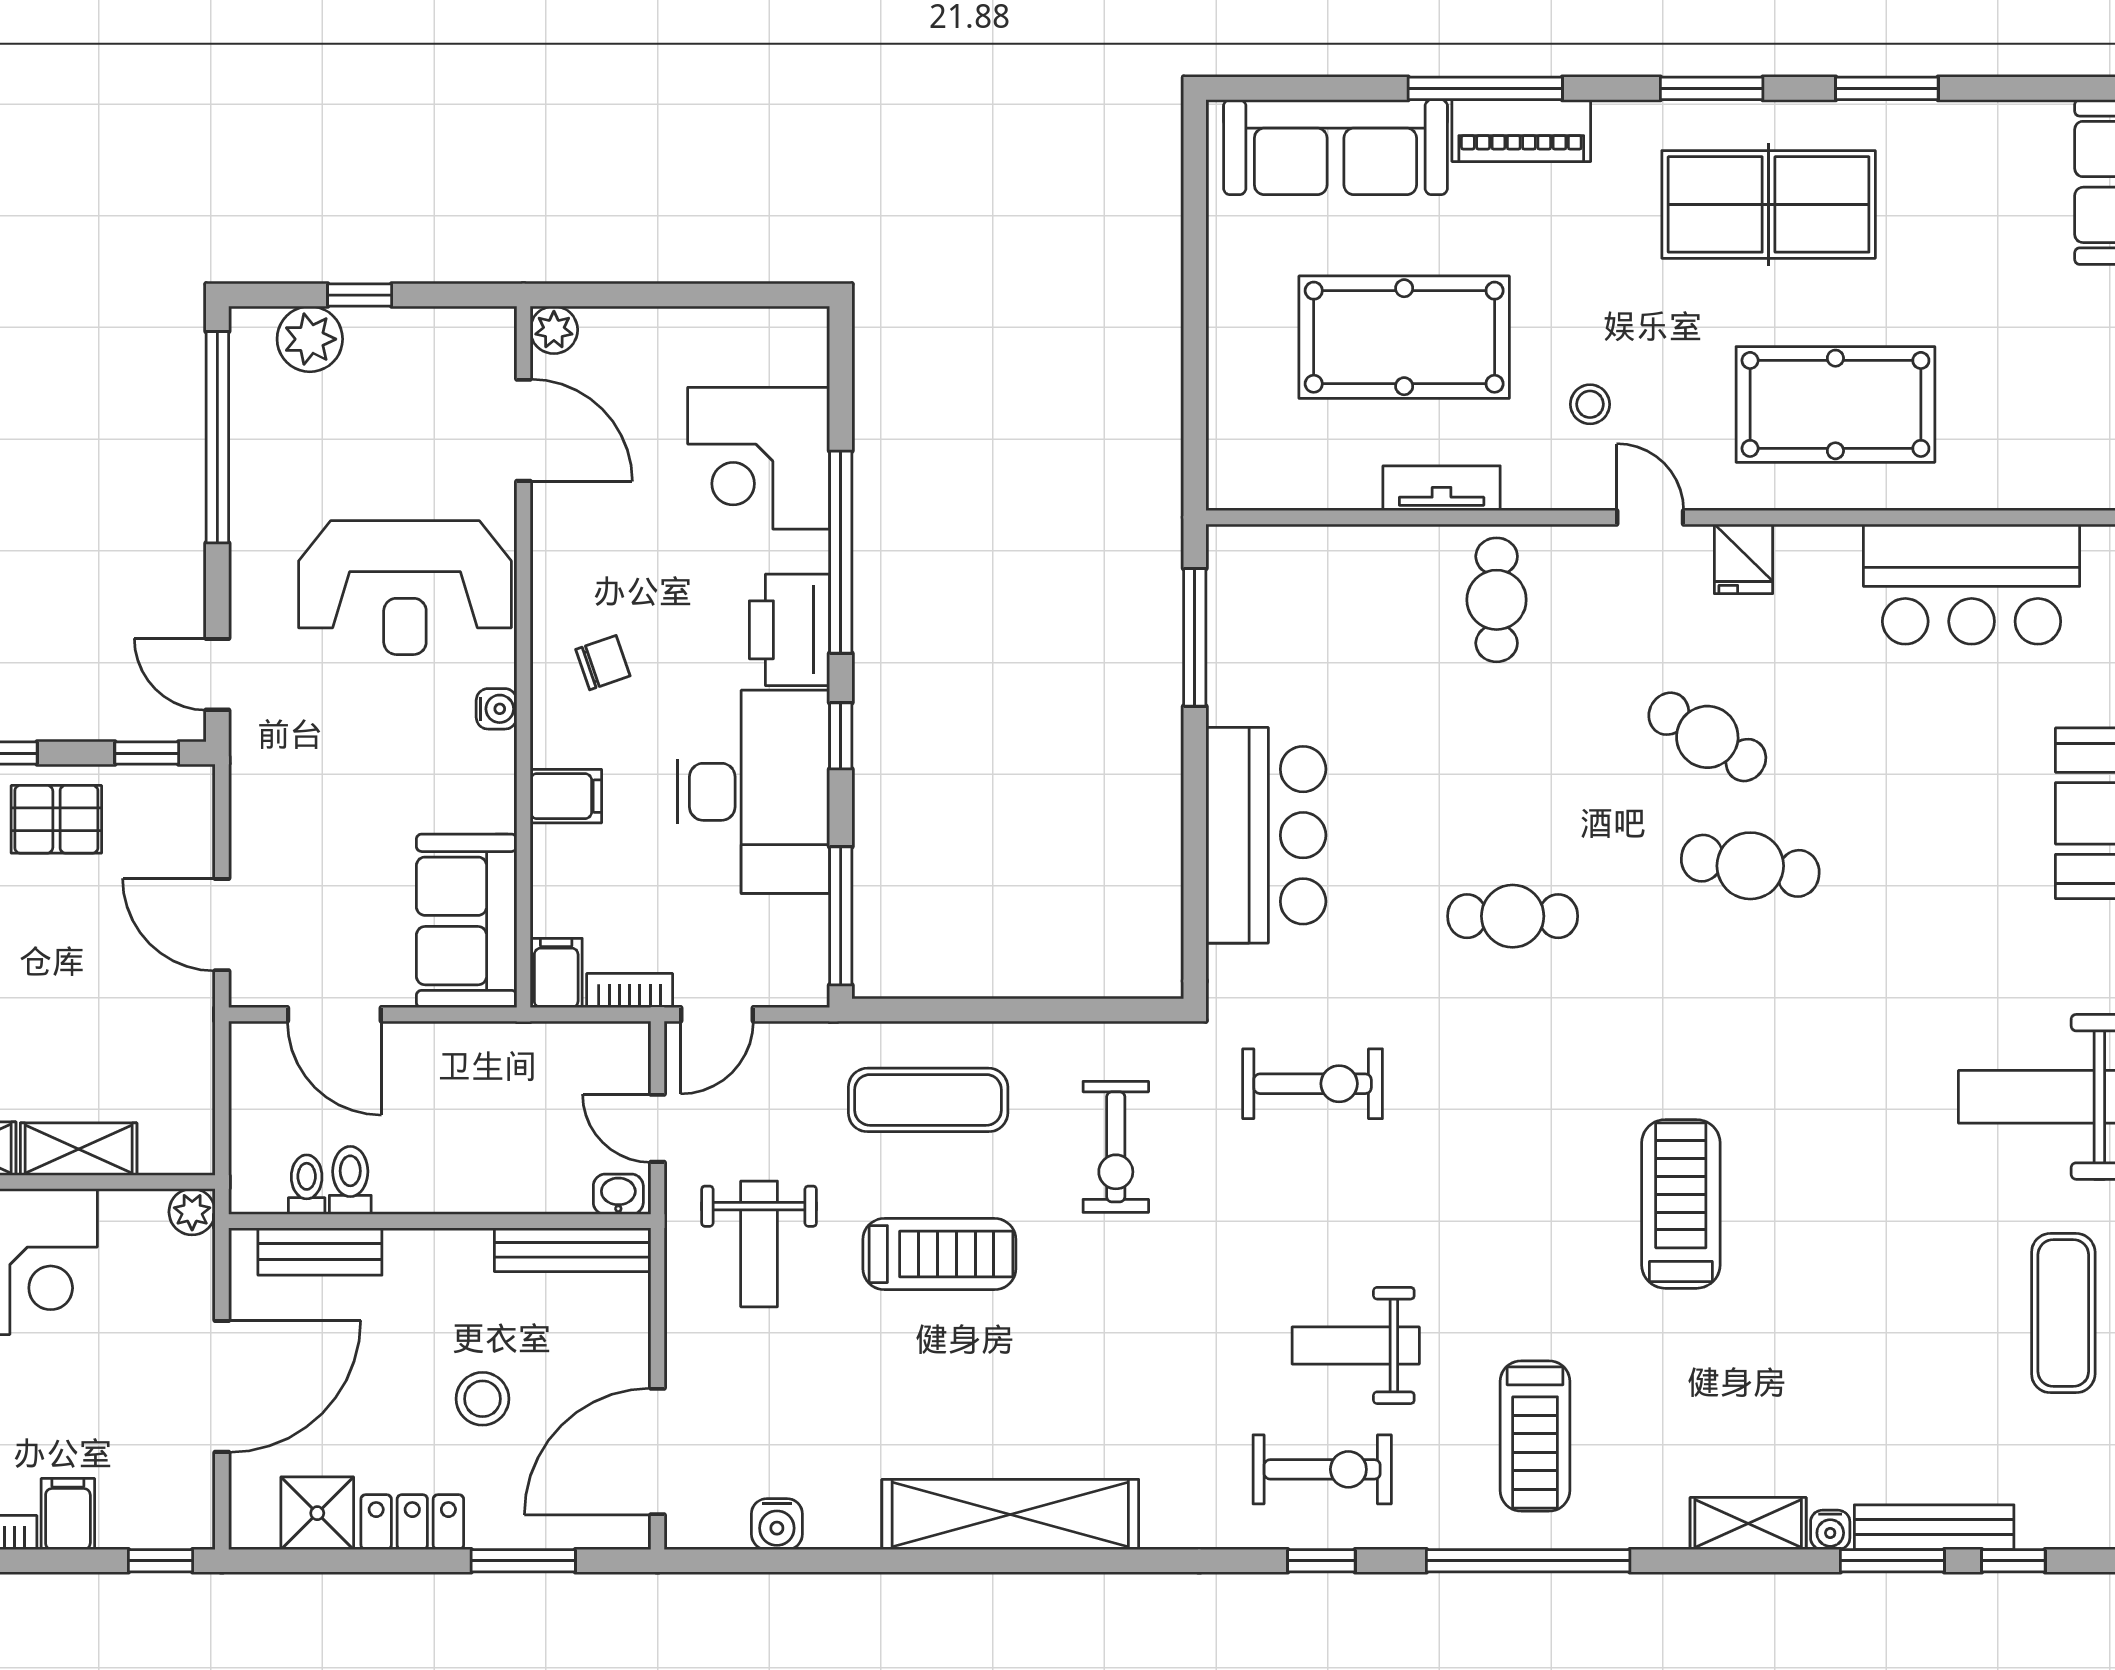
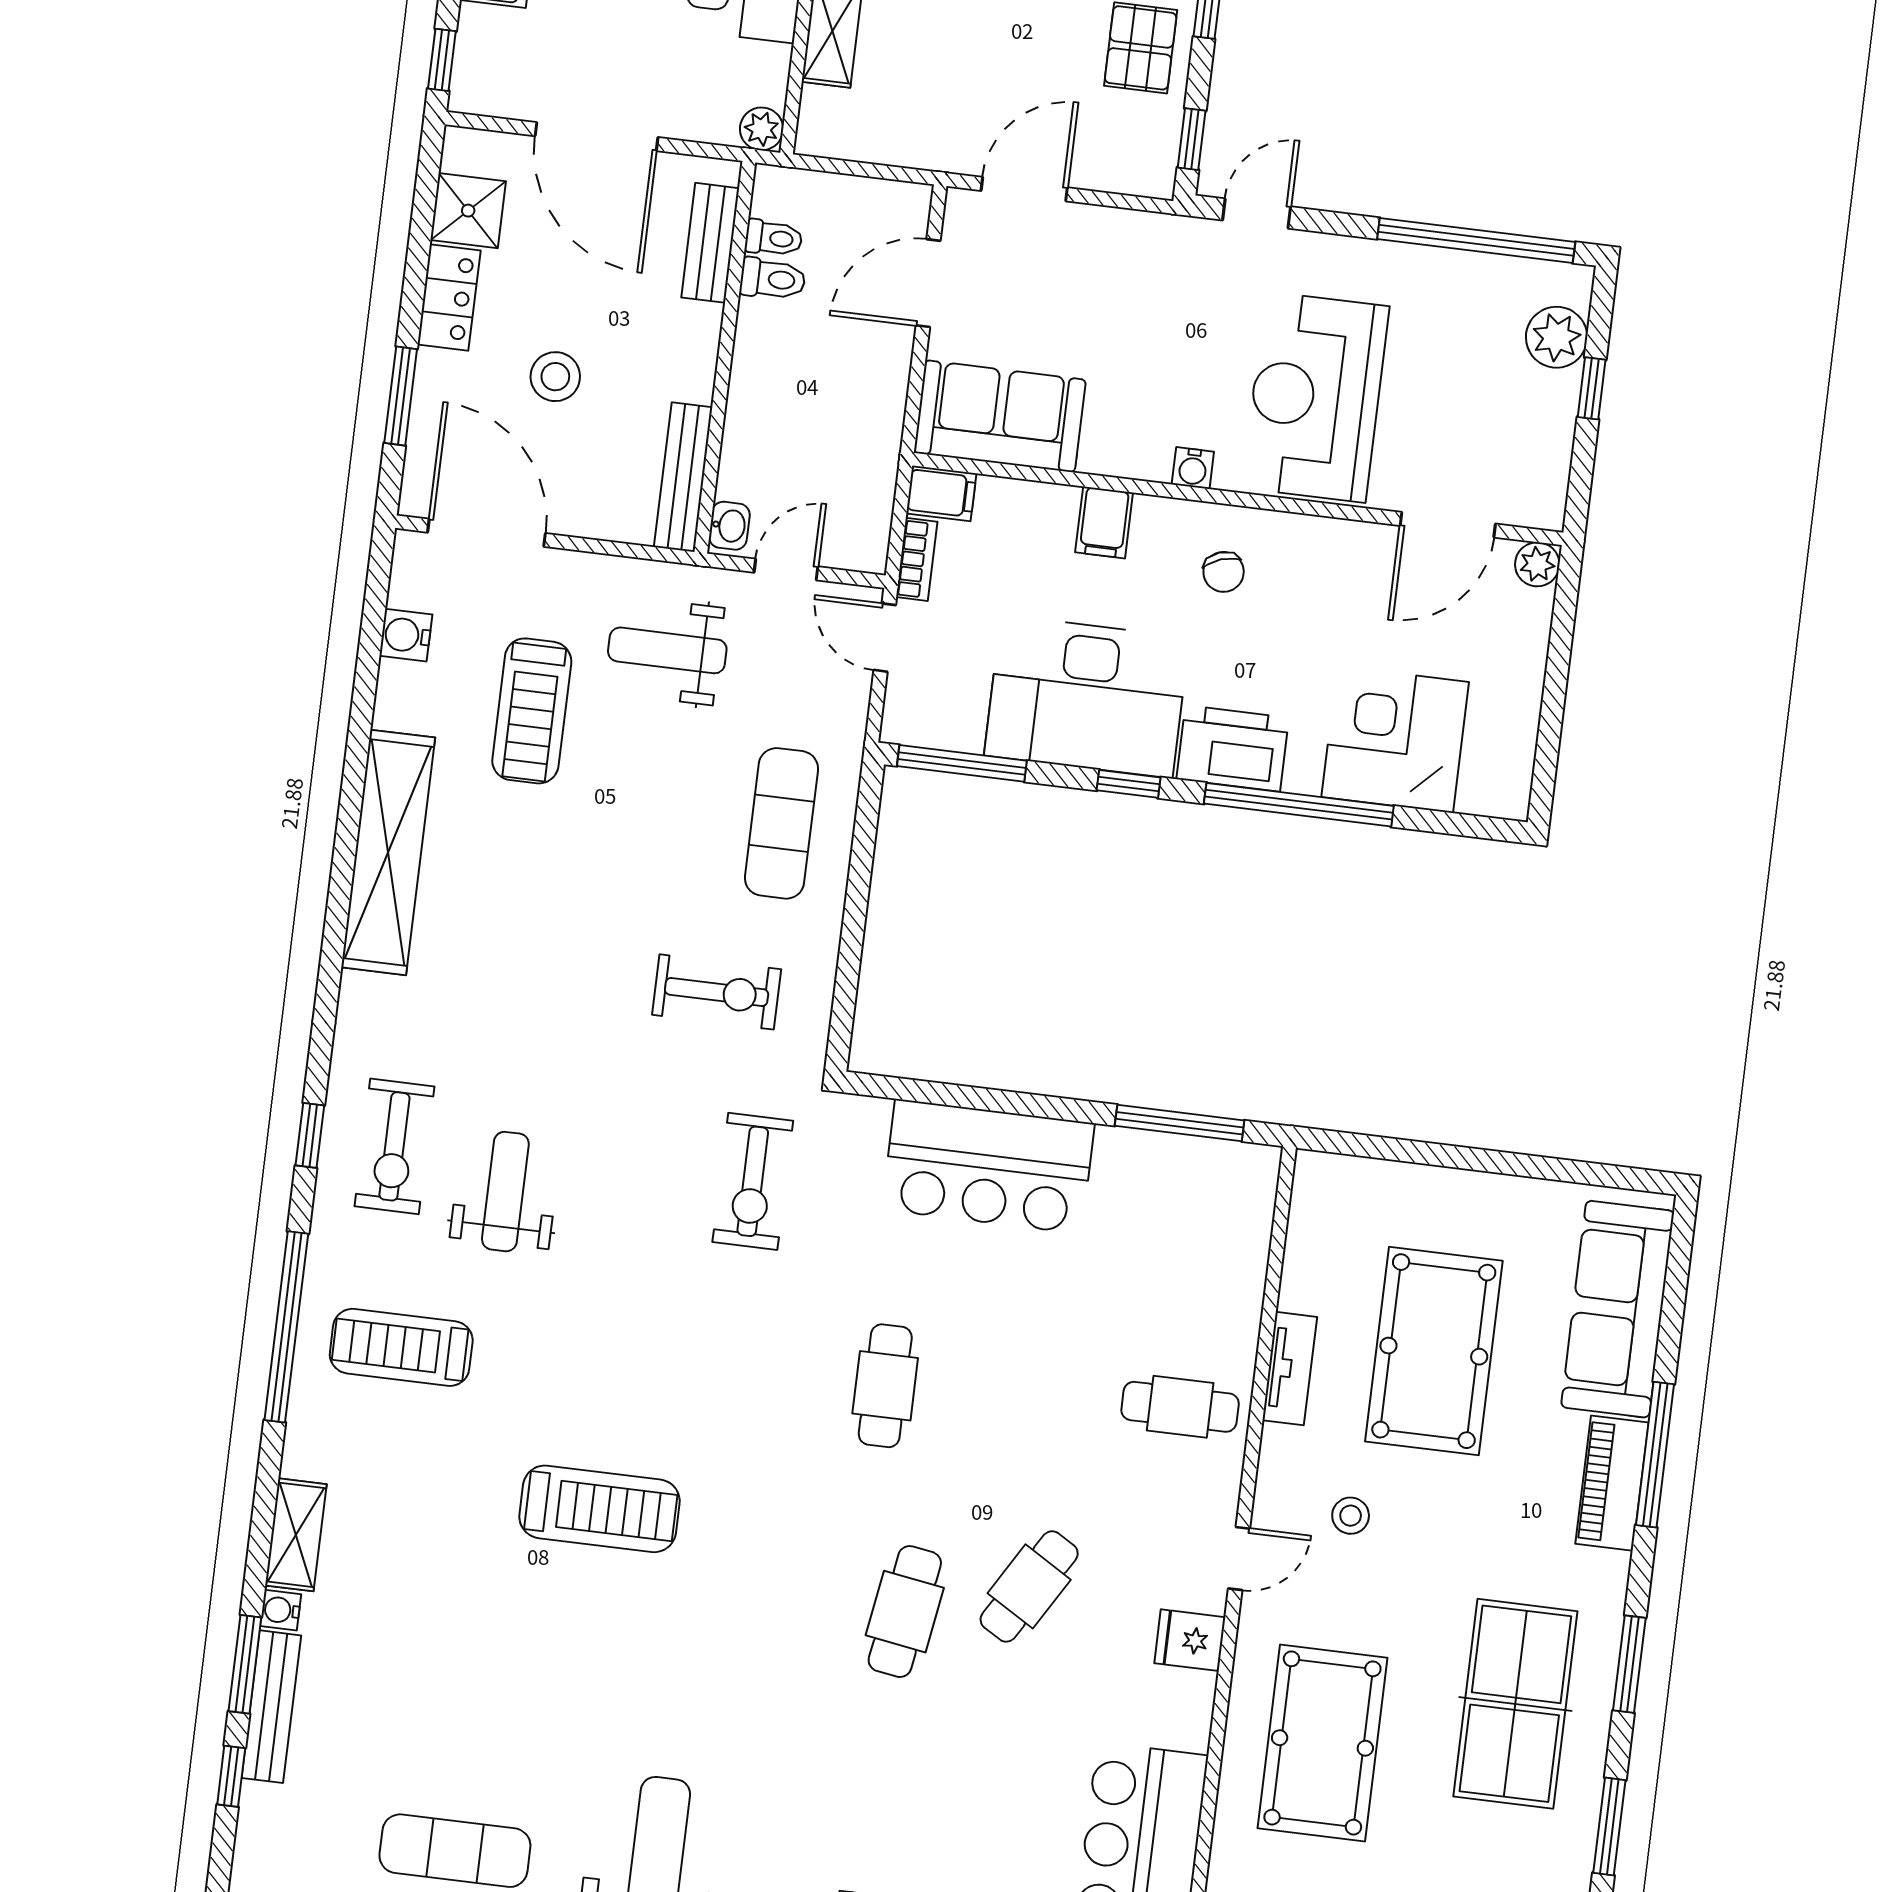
exercise bike: (1116, 1147) -> (717, 992), turned 180
treadmill: (939, 1254) -> (532, 711), moved

